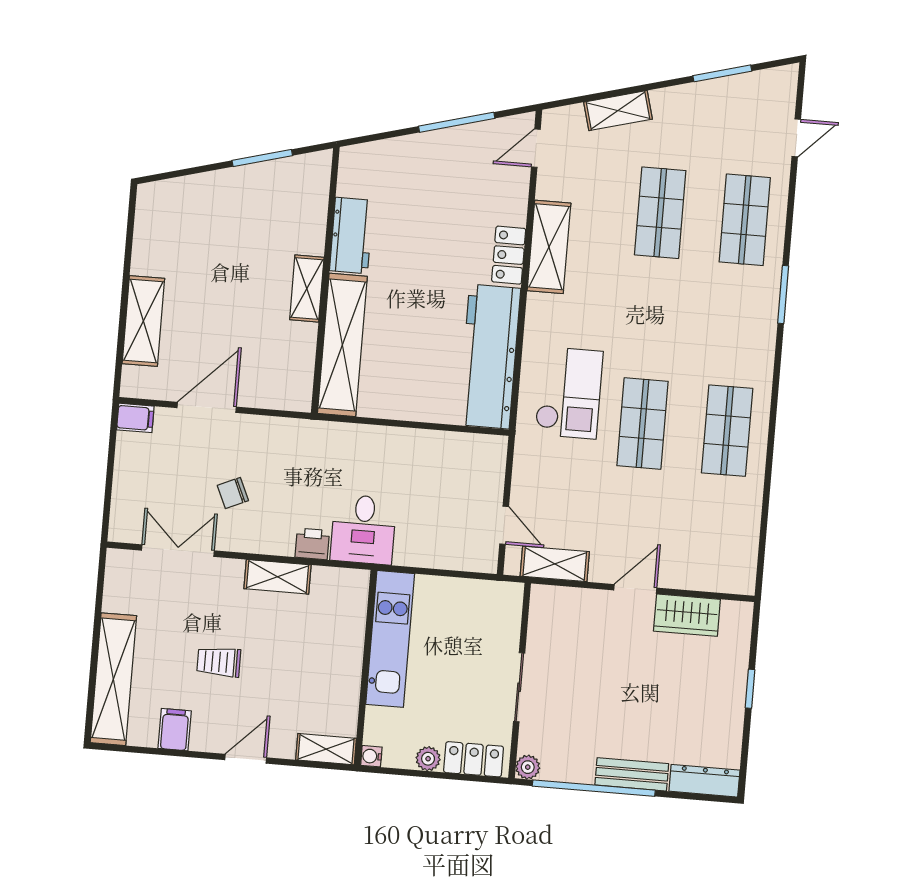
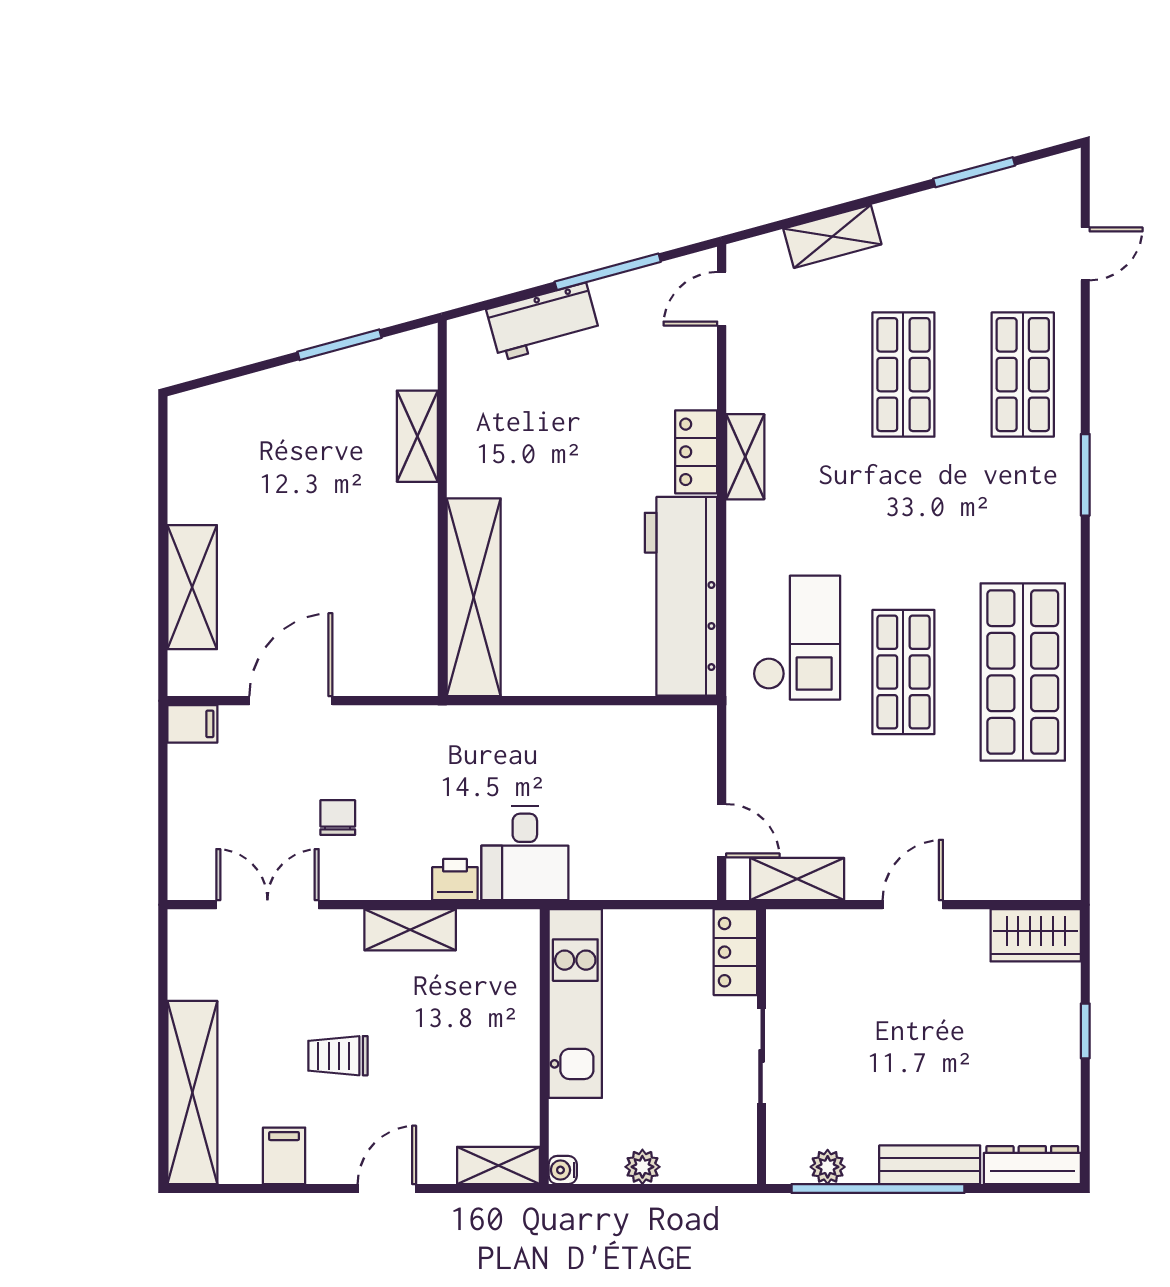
workbench: (351, 235) -> (543, 322), moved, turned 75
shelving: (549, 247) -> (745, 457), width x0.67, depth x0.75
shelving: (307, 289) -> (417, 436), moved
shop shelf: (727, 431) -> (1023, 672), width x1.43, depth x1.36
chair: (233, 493) -> (338, 818), turned 114
wardrobe: (687, 615) -> (1036, 935), moved
locker: (474, 759) -> (735, 952), moved, turned -90
plant: (528, 767) -> (828, 1167), moved

